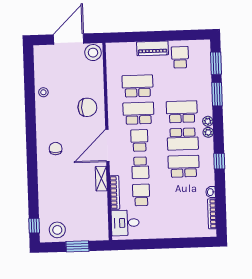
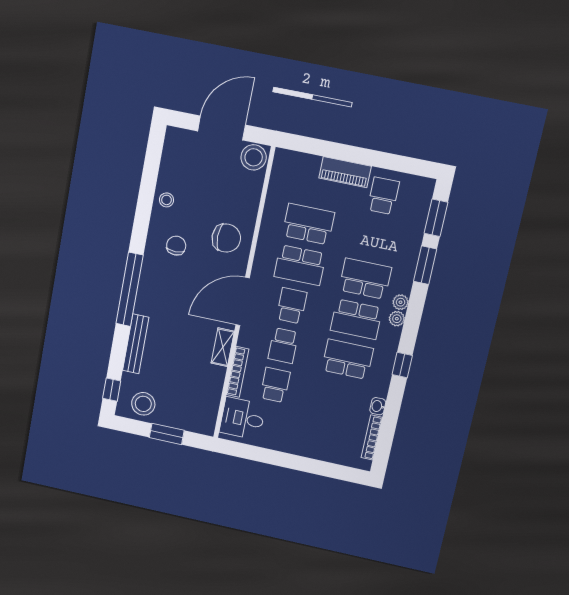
school desk: (138, 113) -> (300, 265), turned 180
chair: (56, 149) -> (176, 246), moved
window: (32, 156) -> (130, 289), added
bench: (44, 191) -> (136, 344), added

